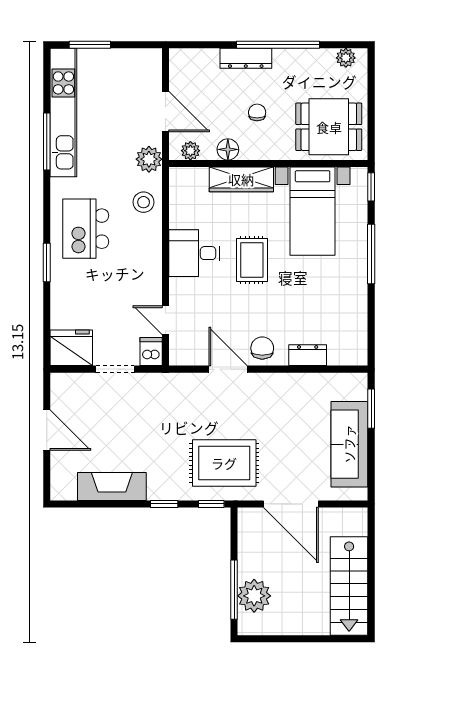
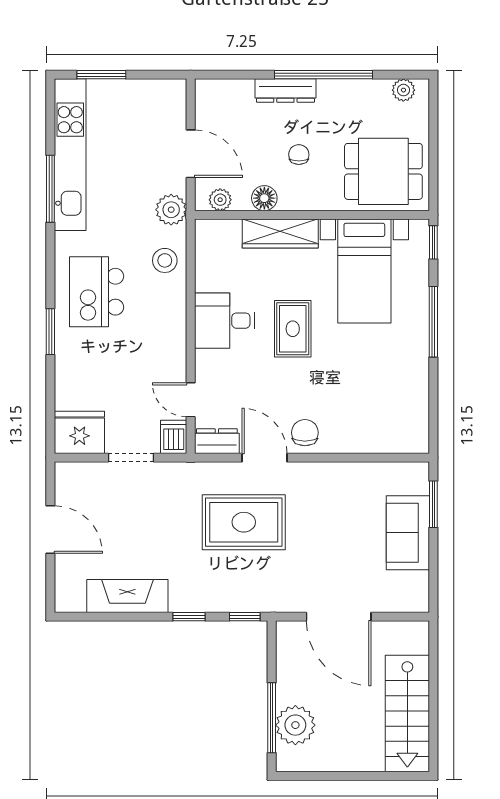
dresser: (308, 355) -> (217, 441), moved
sofa: (349, 444) -> (408, 533), width x0.73
rug: (224, 463) -> (244, 522), moved

